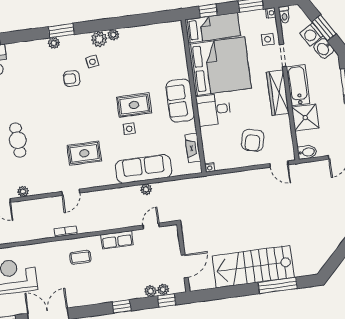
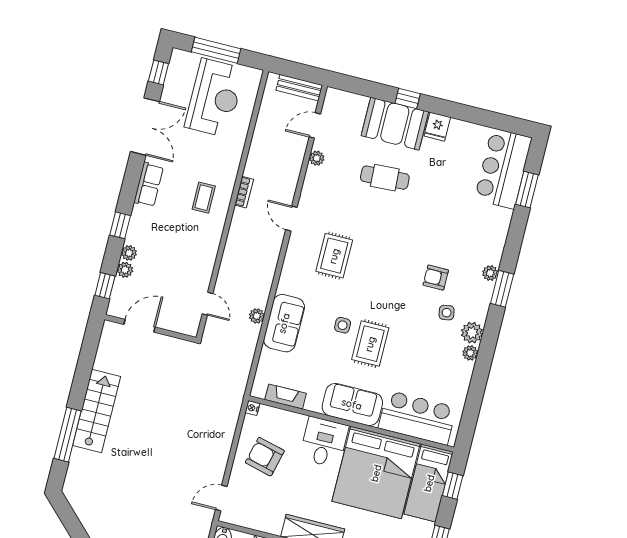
bar counter: (171, 53) -> (417, 418), added
armchair: (72, 79) -> (436, 278), turned -90
armchair: (253, 140) -> (265, 457), moved
sofa: (144, 169) -> (284, 323), width x0.73
row of seats: (117, 240) -> (149, 185), moved, turned 180
door: (184, 266) -> (139, 326), swing flipped
stairs: (253, 267) -> (97, 411), width x0.73, depth x0.66
plant: (163, 290) -> (129, 253), moved

